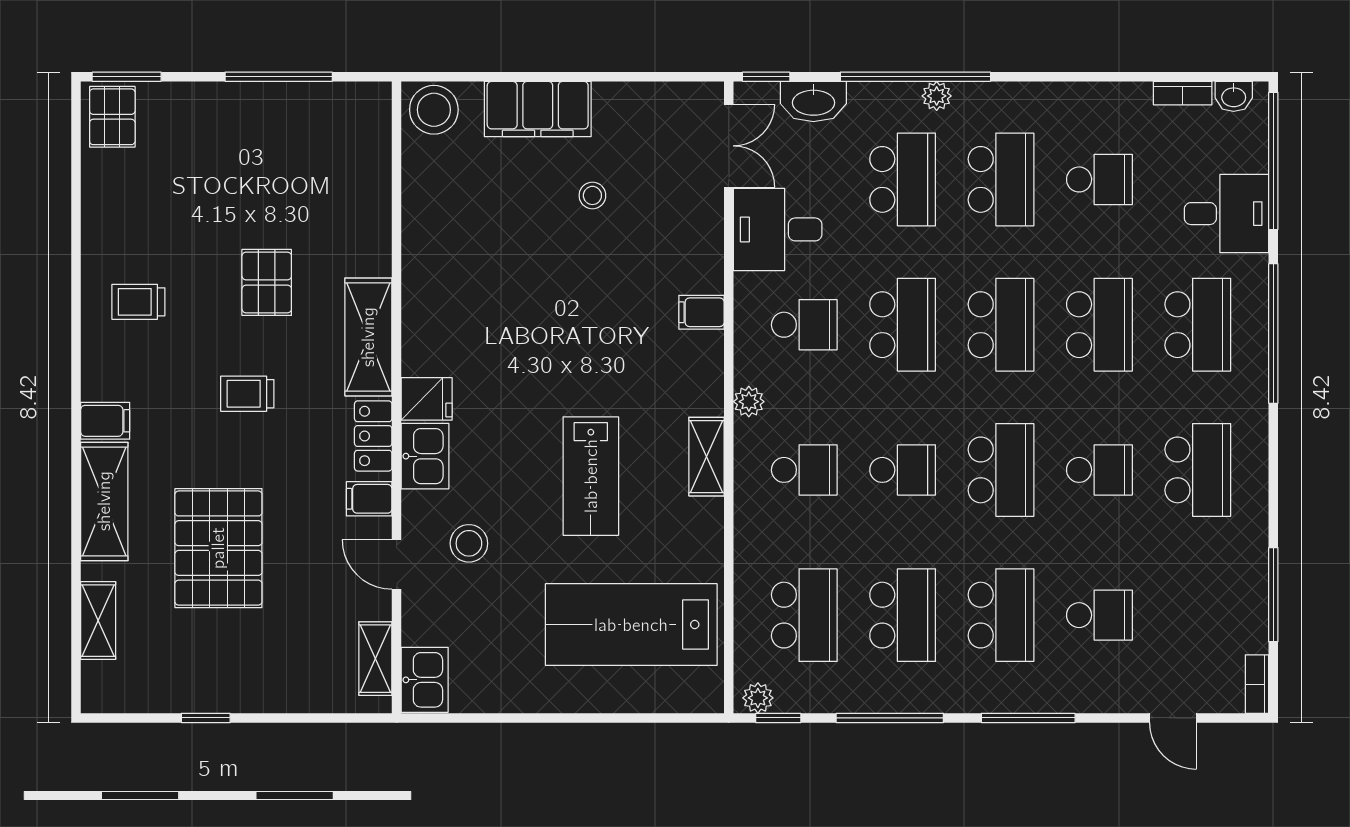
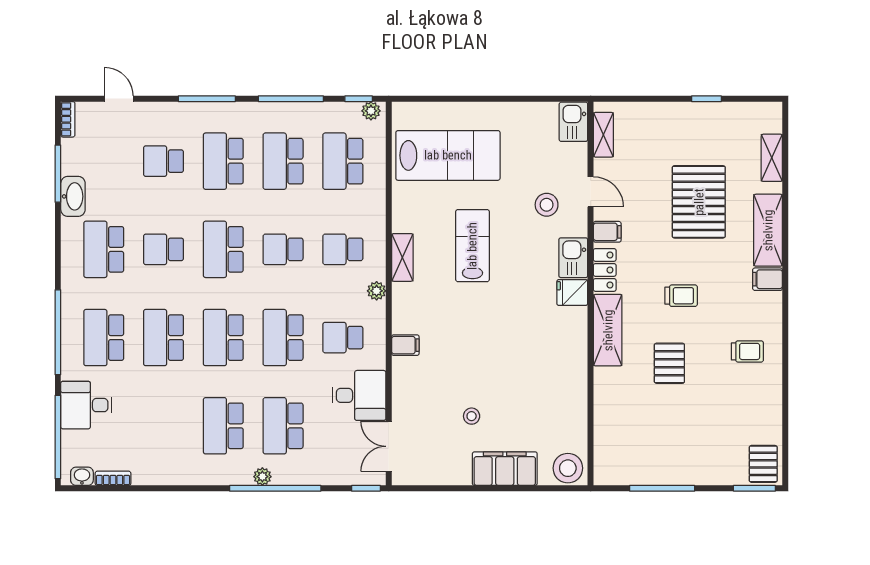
washbasin: (813, 102) -> (73, 196), moved, turned 90
school desk: (1099, 179) -> (164, 426), removed

